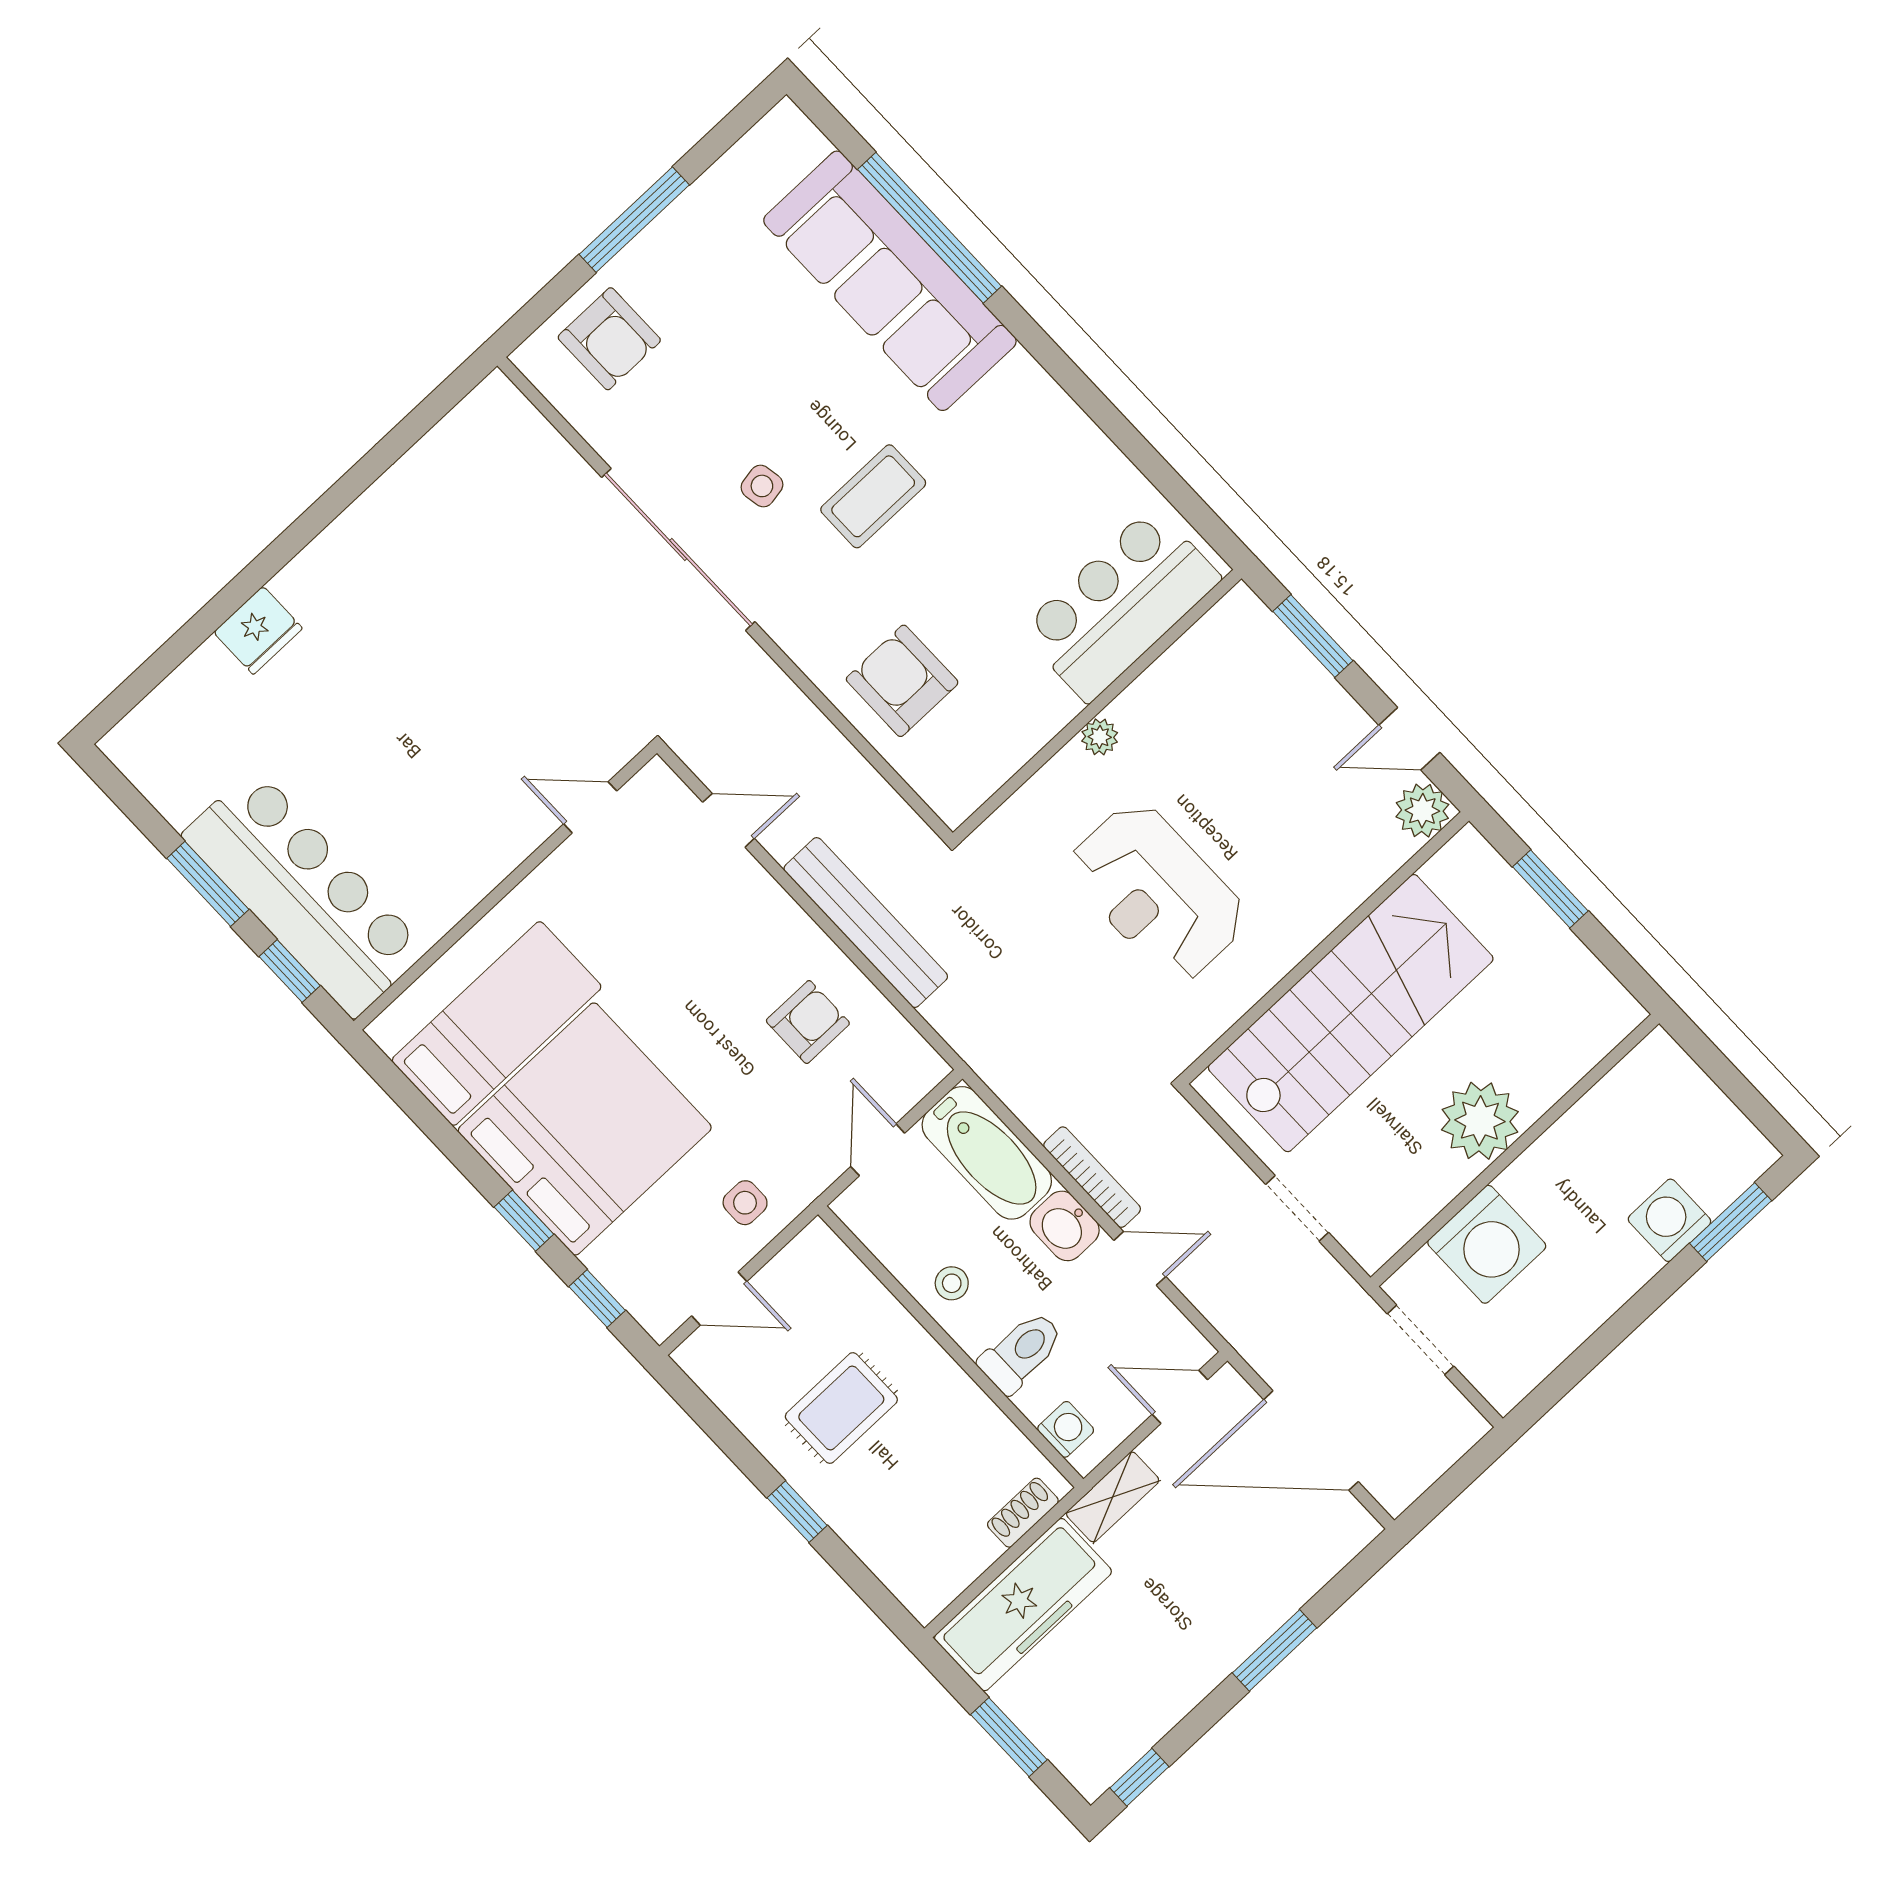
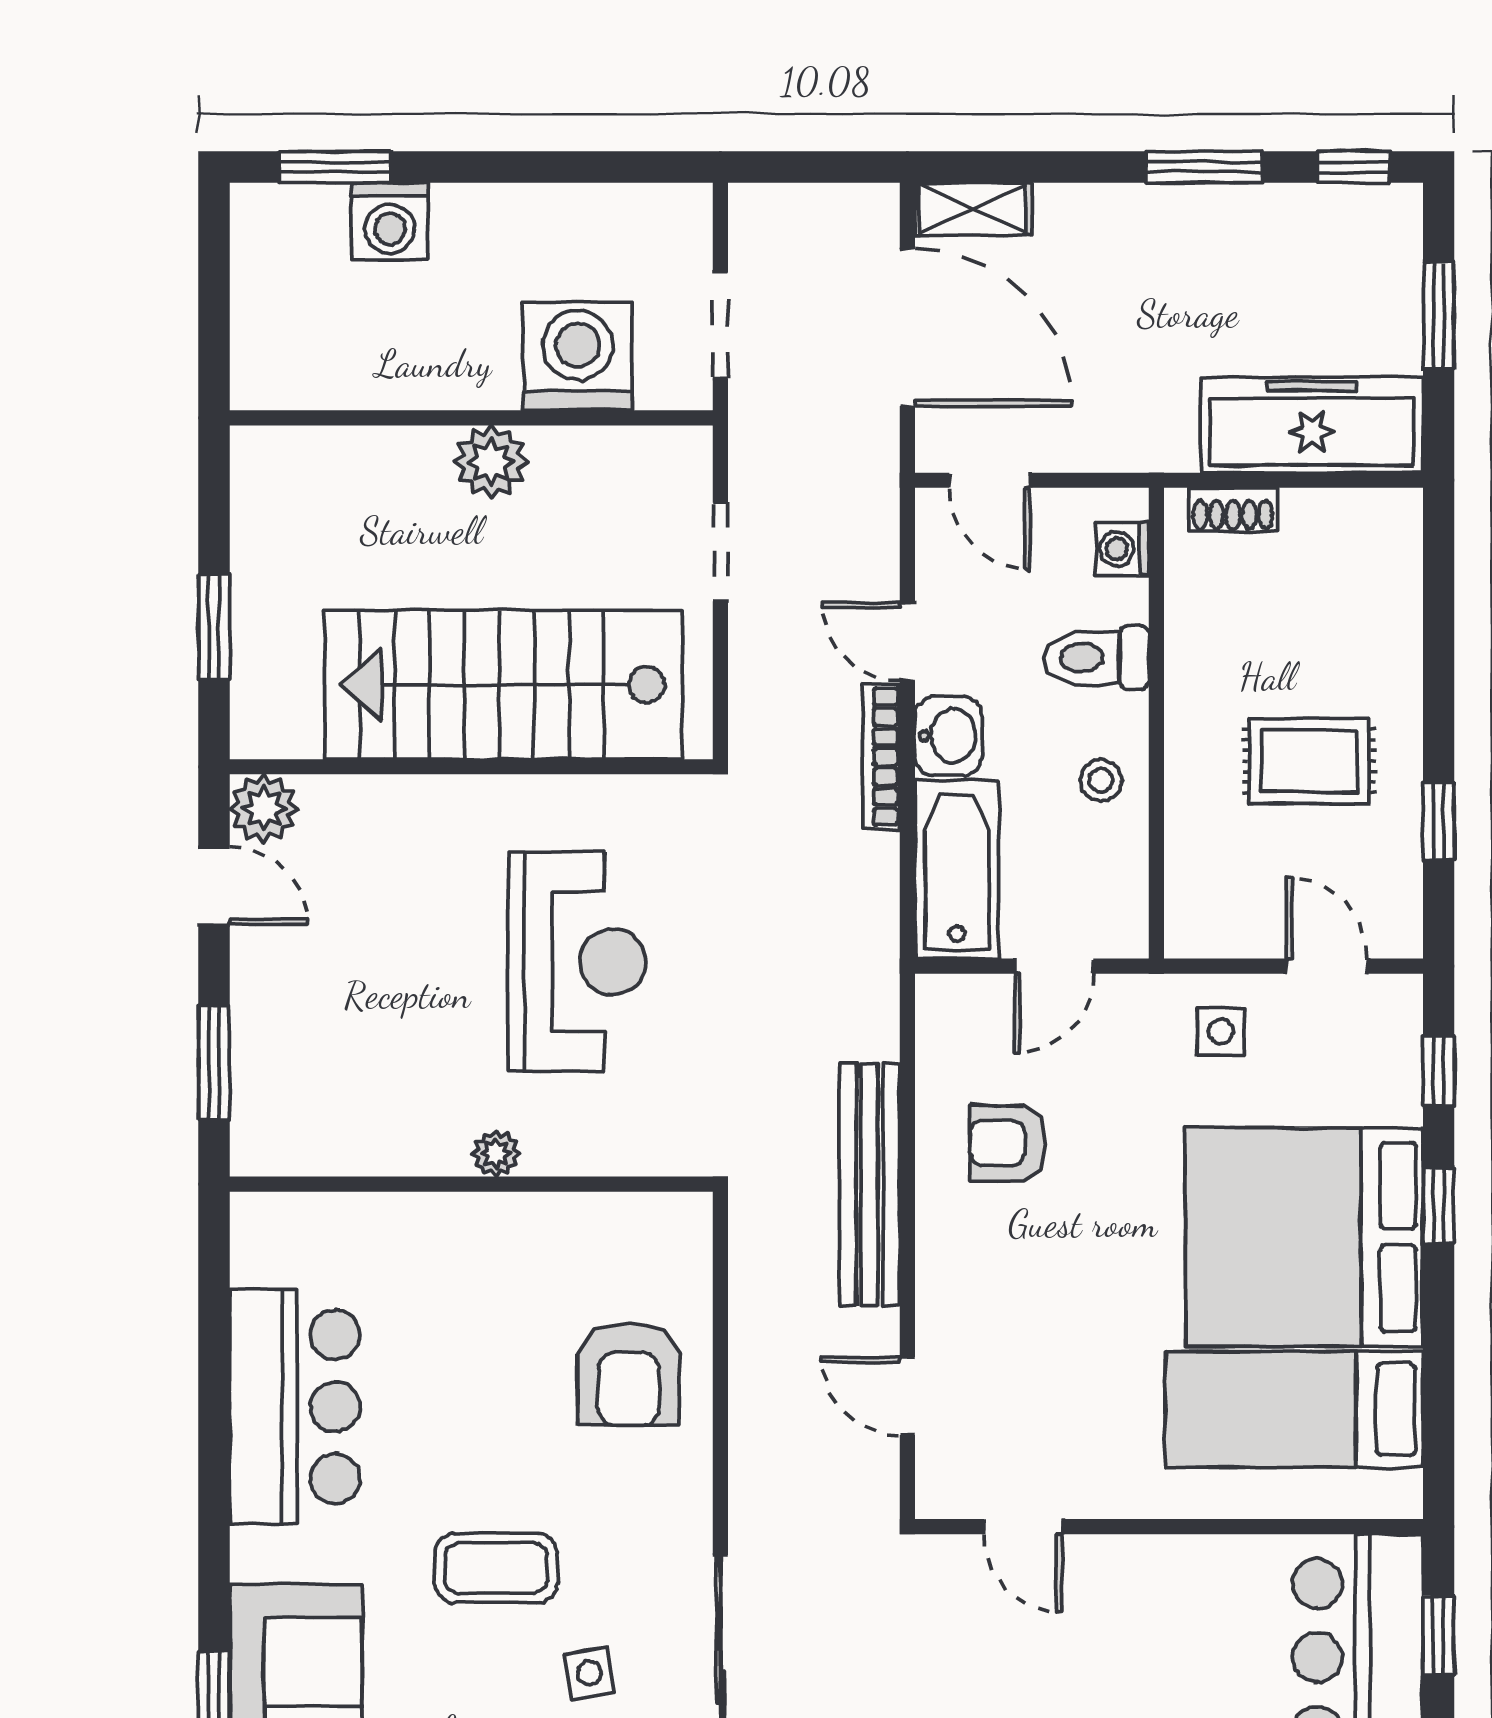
bar counter: (1120, 604) -> (295, 1407), moved, turned -90
plant: (1480, 1121) -> (491, 462), width x0.73, depth x0.73
shelving: (1113, 1497) -> (973, 209), moved
window: (797, 1512) -> (1439, 822), moved
window: (1274, 1650) -> (1204, 167), moved

